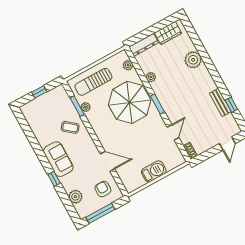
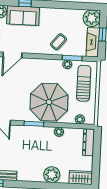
wardrobe: (168, 33) -> (81, 178), moved, turned 90
fireplace: (52, 96) -> (93, 42), added
plant: (31, 111) -> (92, 18), added
sofa: (58, 159) -> (23, 16), moved

